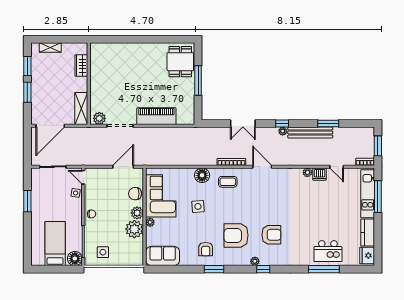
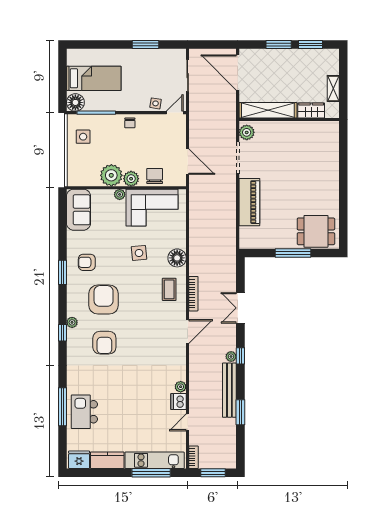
shelving: (50, 48) -> (333, 88), moved
shelving: (81, 108) -> (268, 110), width x1.47

